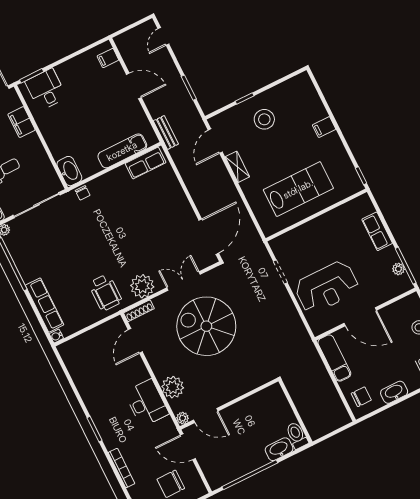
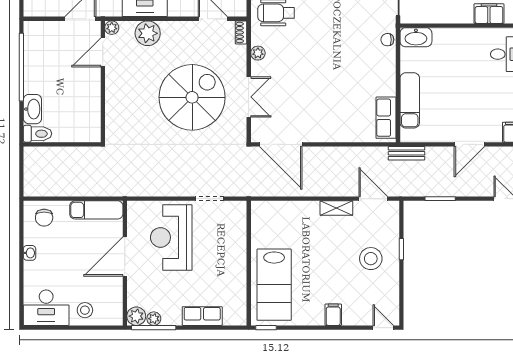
door: (314, 82) -> (383, 328), added
lab bench: (298, 189) -> (274, 285), moved
plant: (403, 284) -> (136, 316), added
plant: (142, 286) -> (258, 53), width x0.53, depth x0.53
shoe rack: (139, 311) -> (241, 32), width x0.70
washbasin: (394, 392) -> (30, 253), width x0.52, depth x0.69

